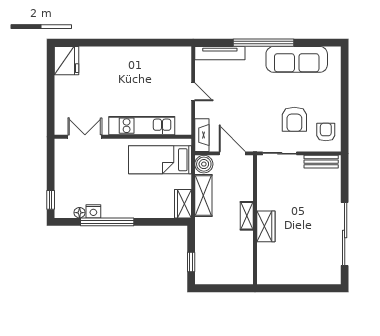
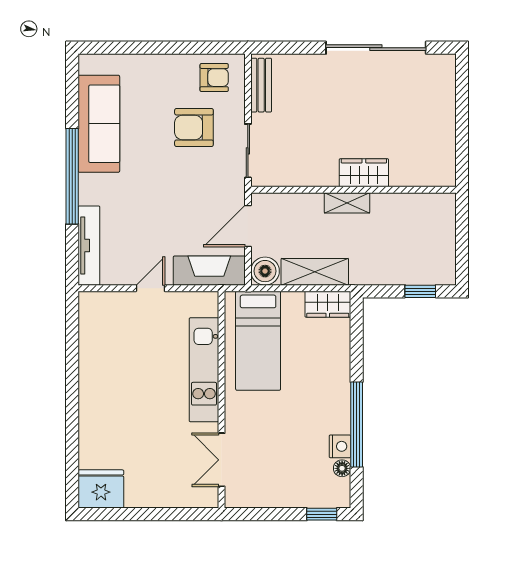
armchair: (294, 119) -> (194, 127), turned 180
armchair: (326, 132) -> (214, 78), turned 180
fireplace: (202, 135) -> (209, 271), width x1.37, depth x1.32

